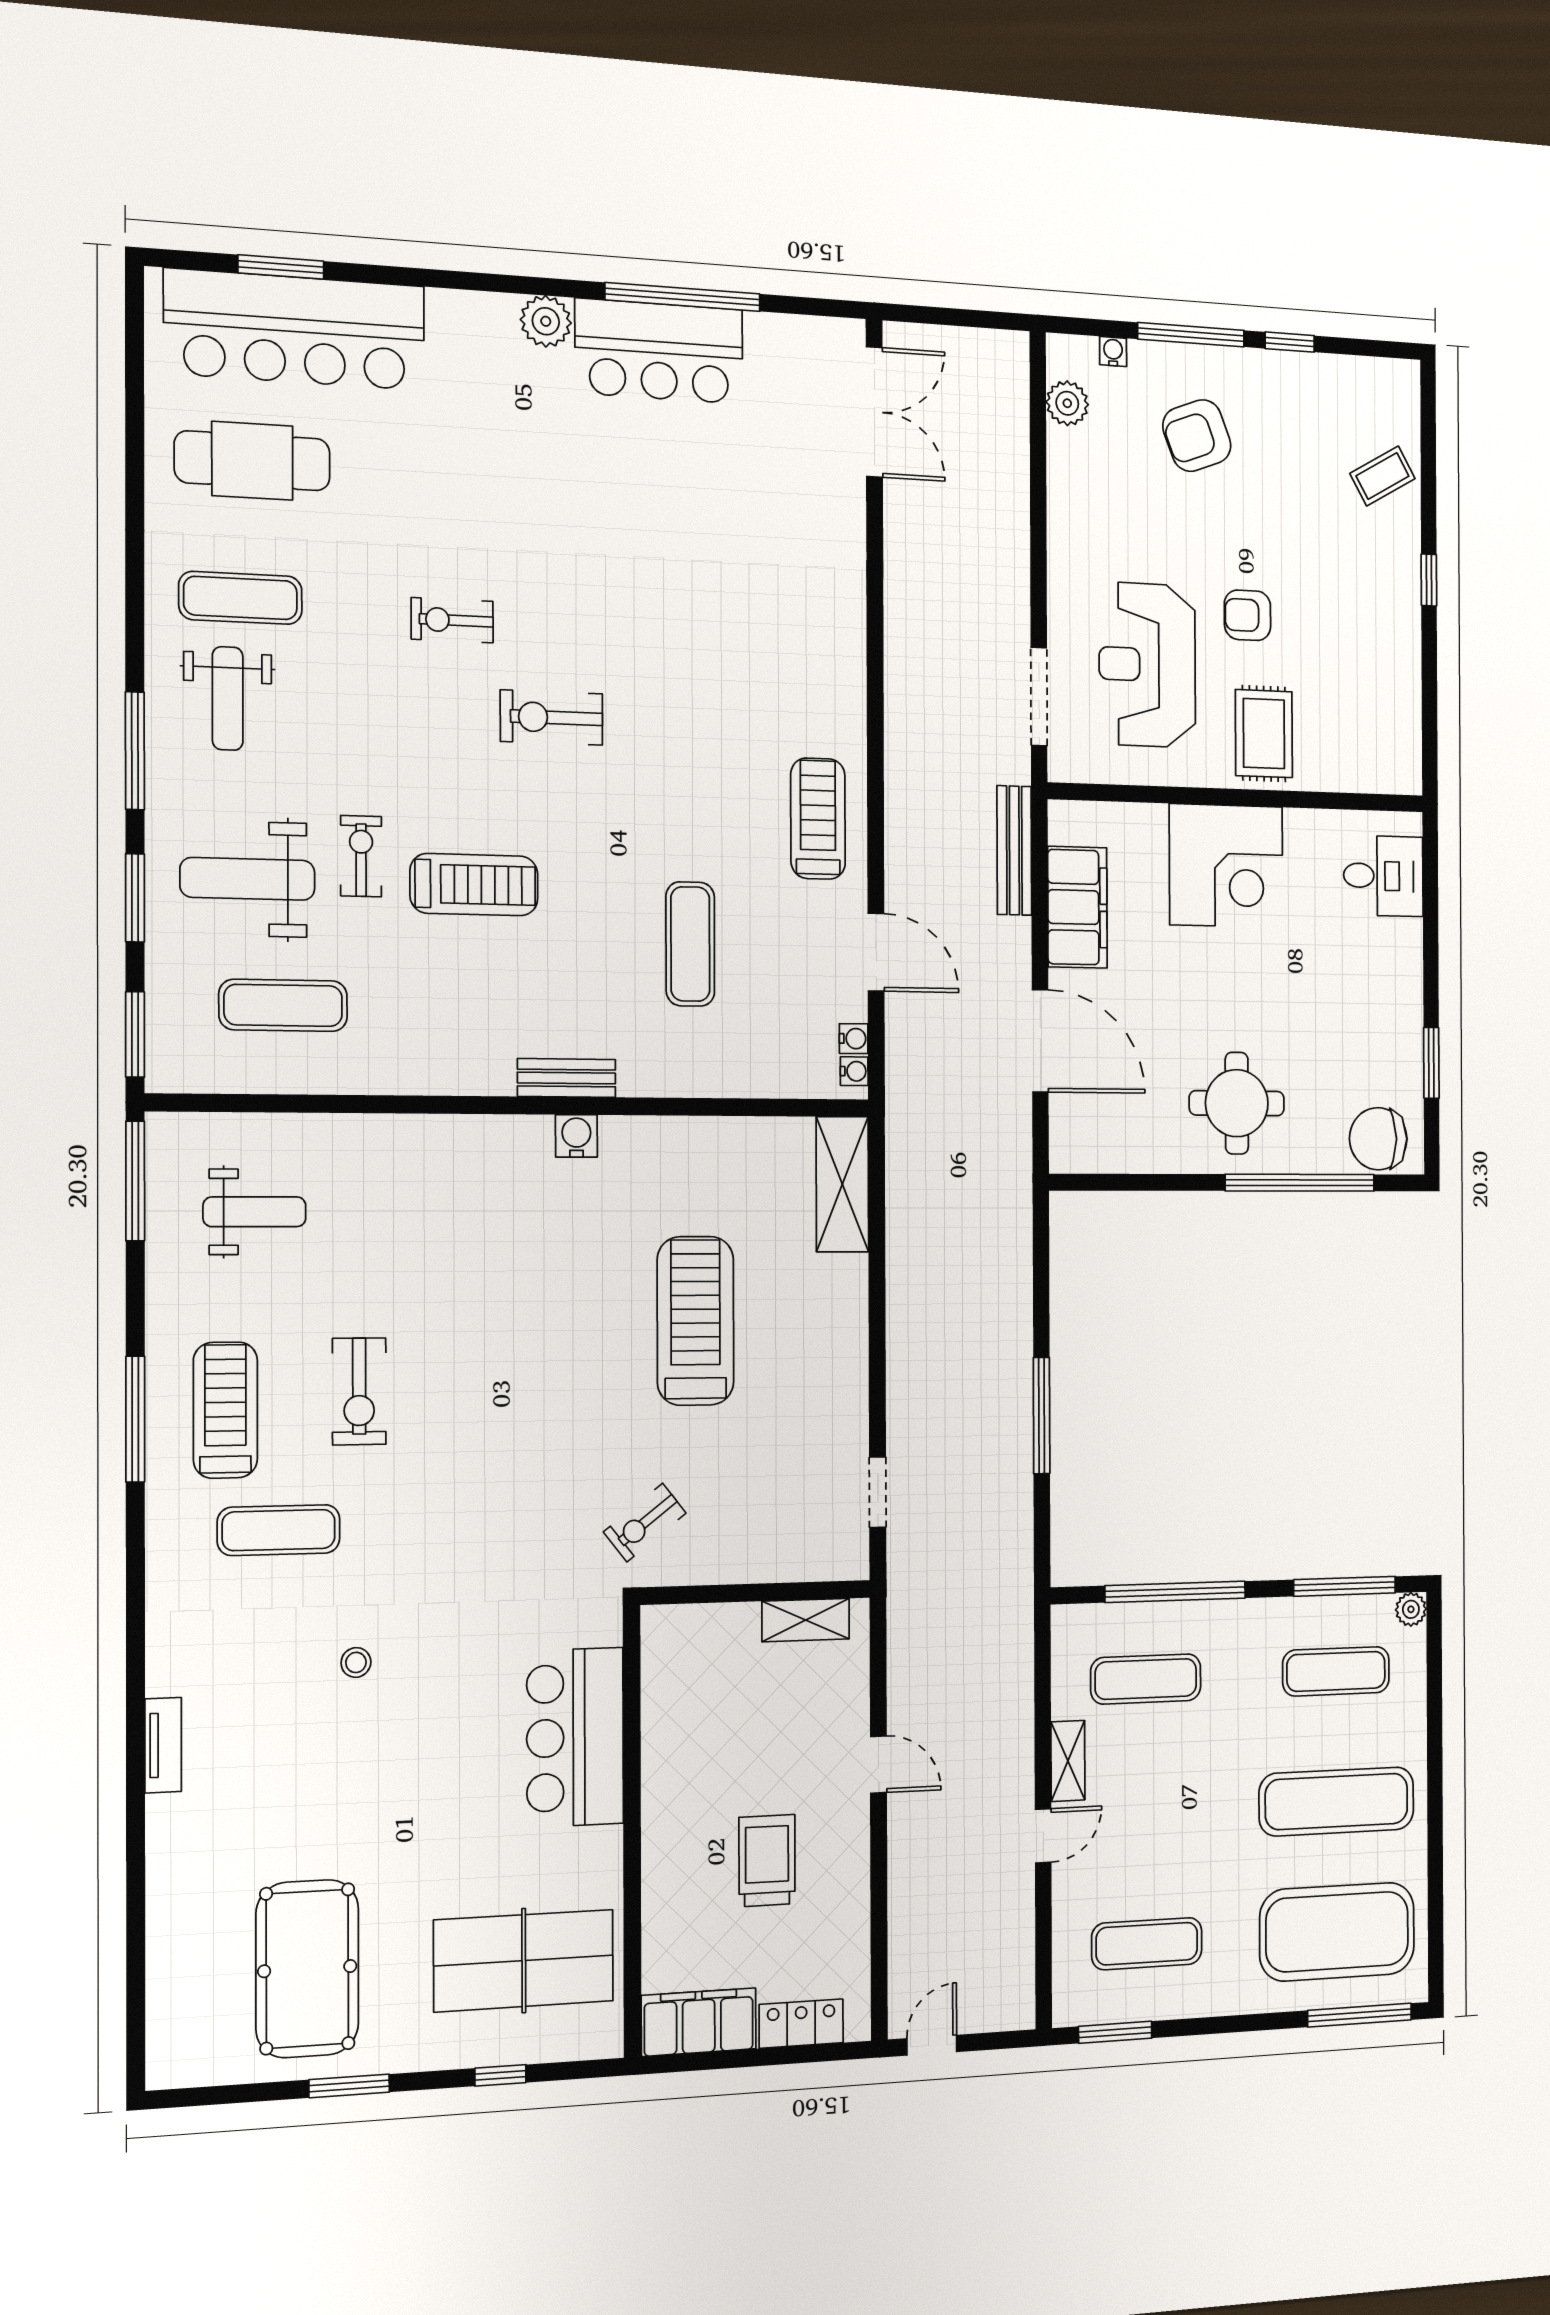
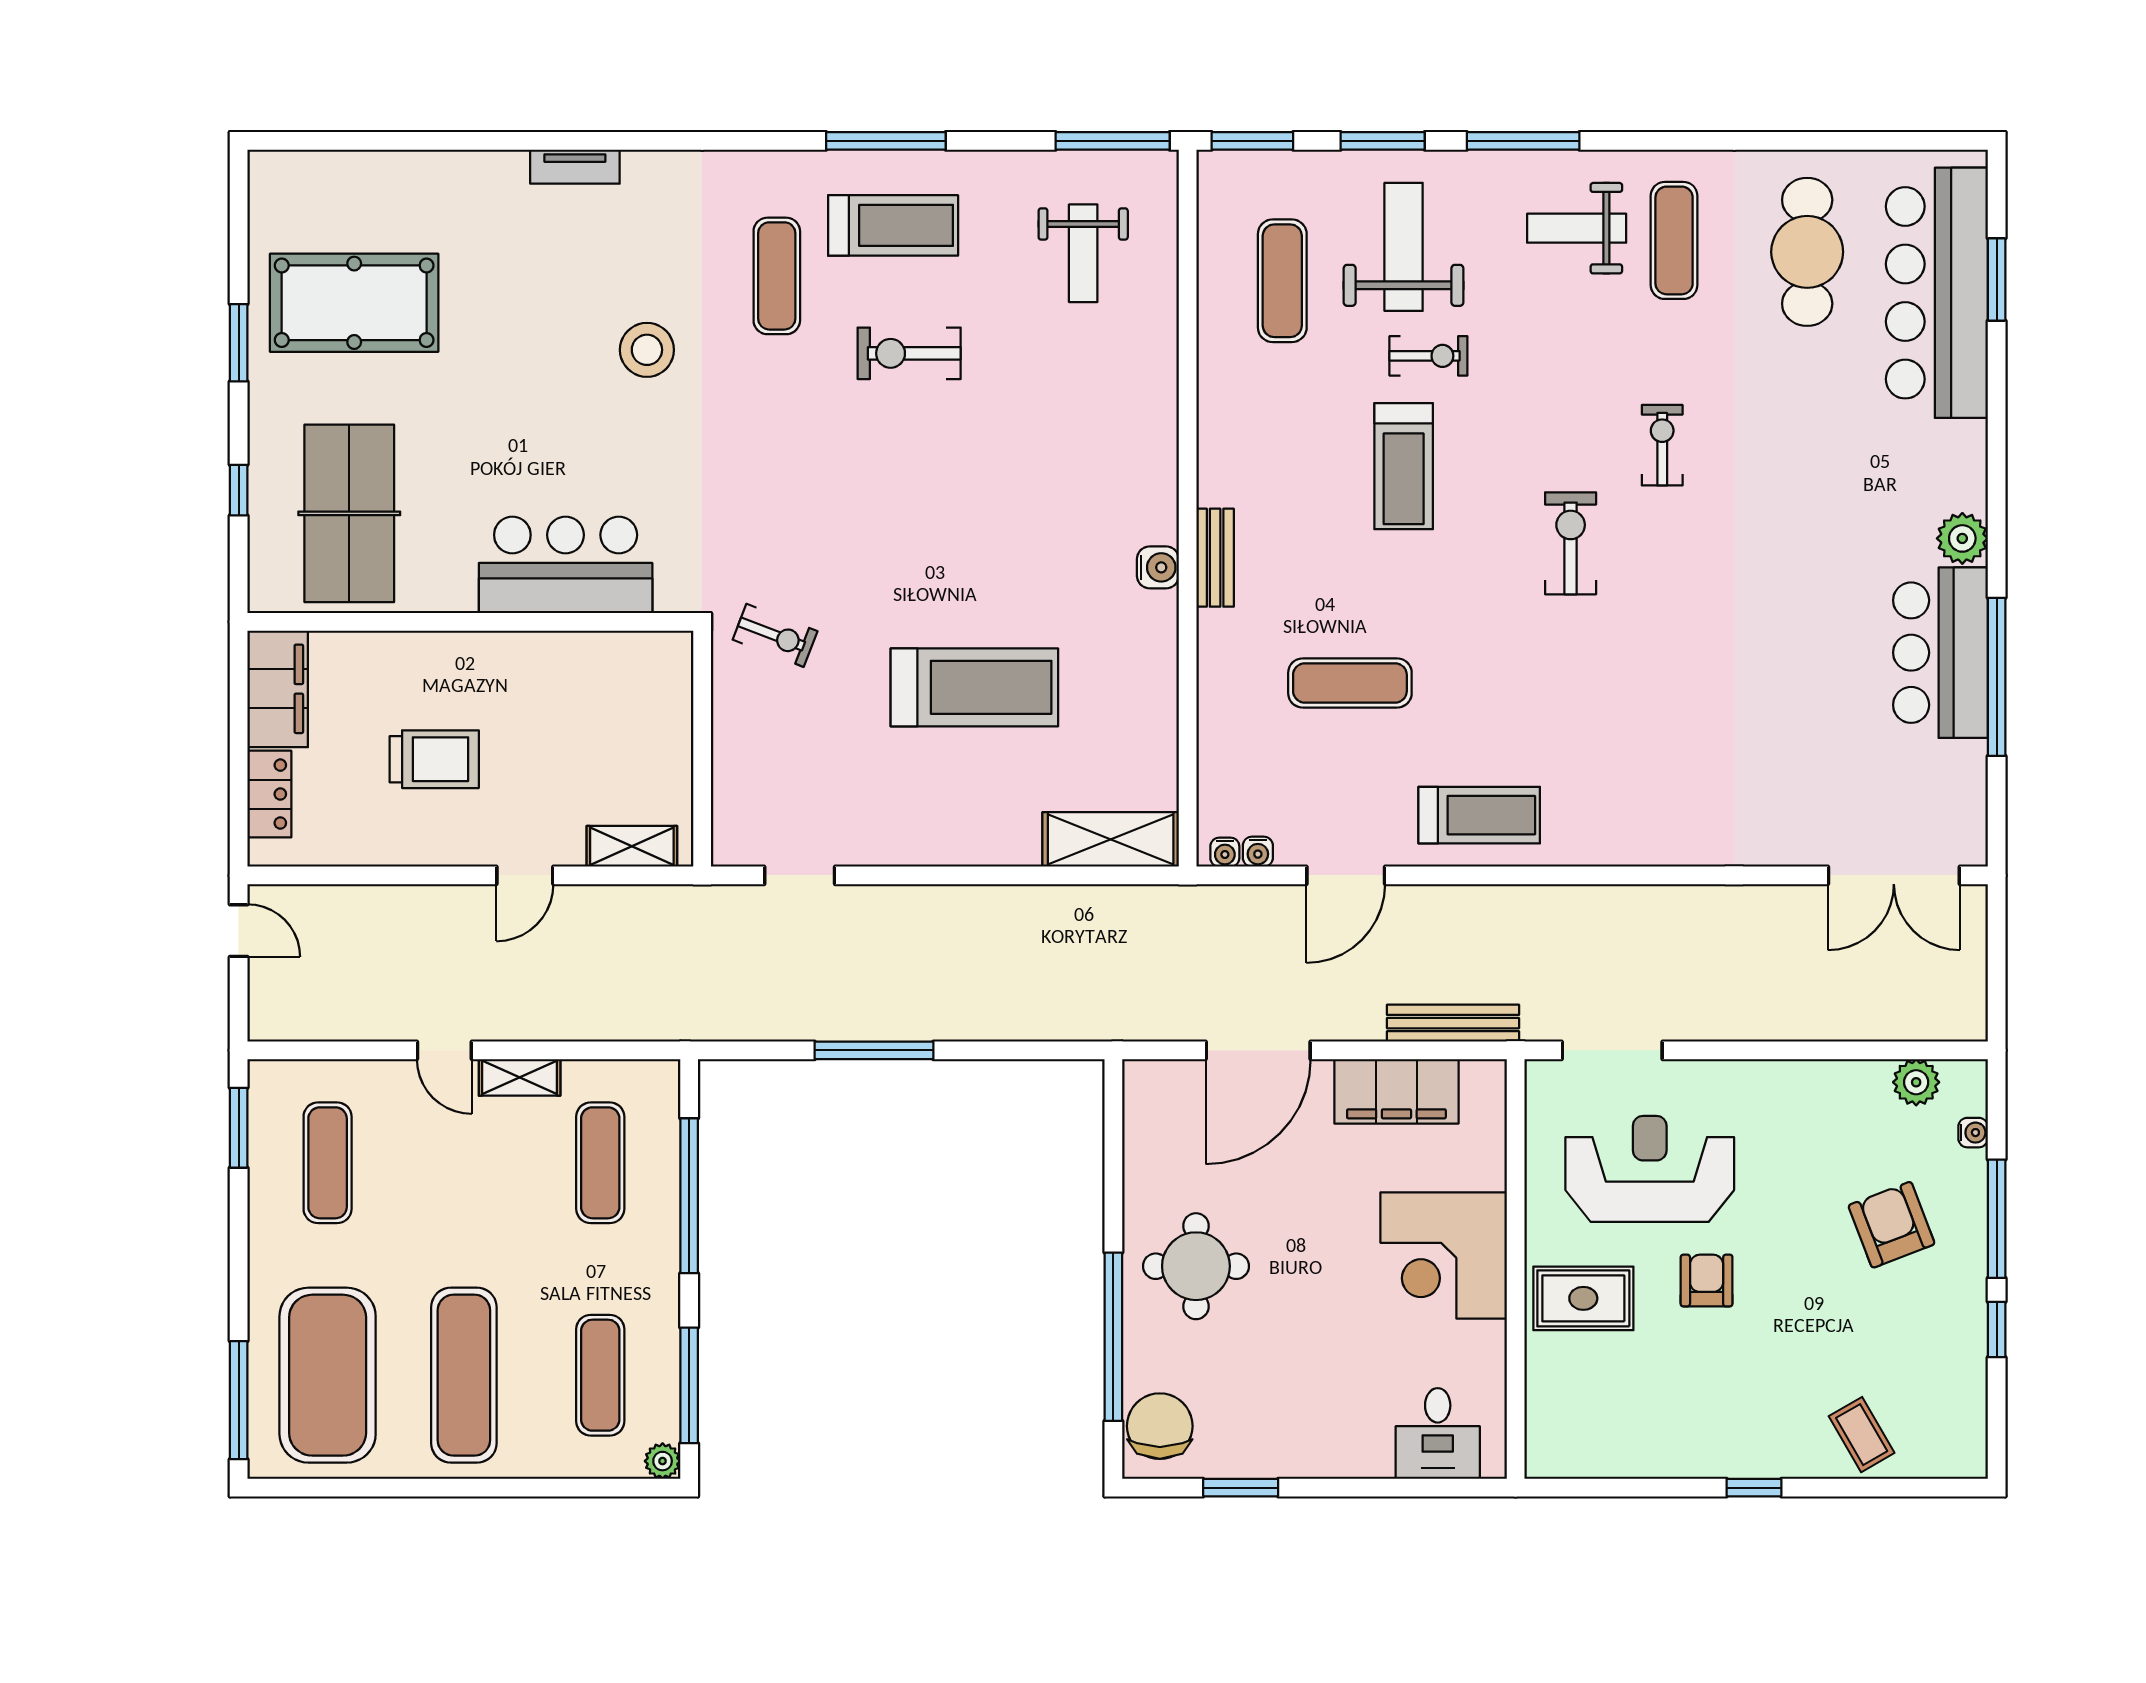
exercise bike: (645, 1522) -> (775, 635), turned 149
shelving: (806, 1620) -> (632, 846), moved, turned 90
stool: (356, 1662) -> (647, 350), width x1.89, depth x1.89

